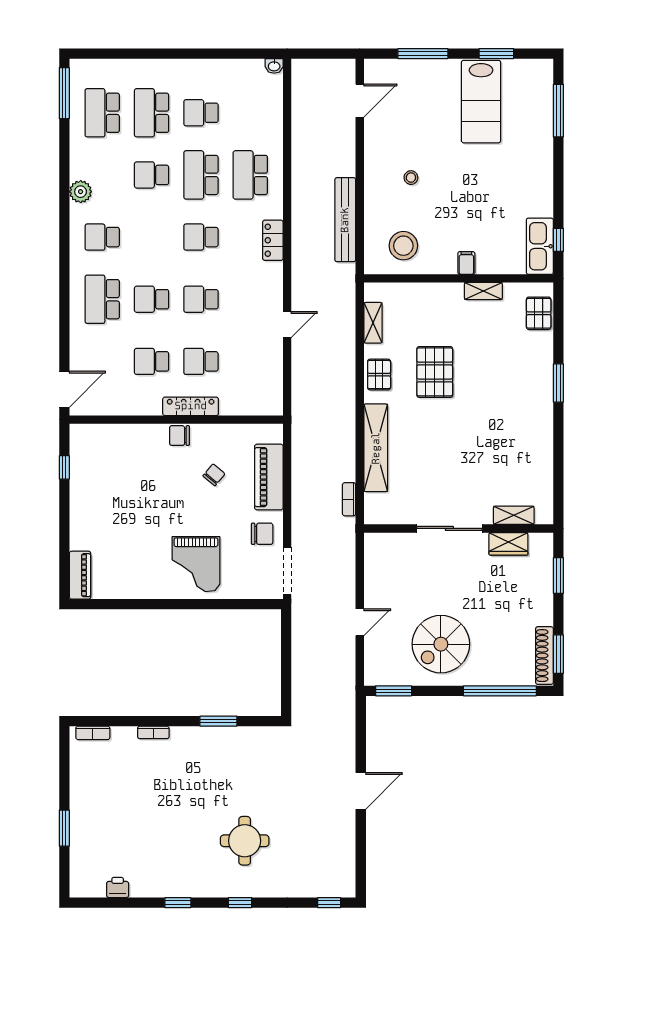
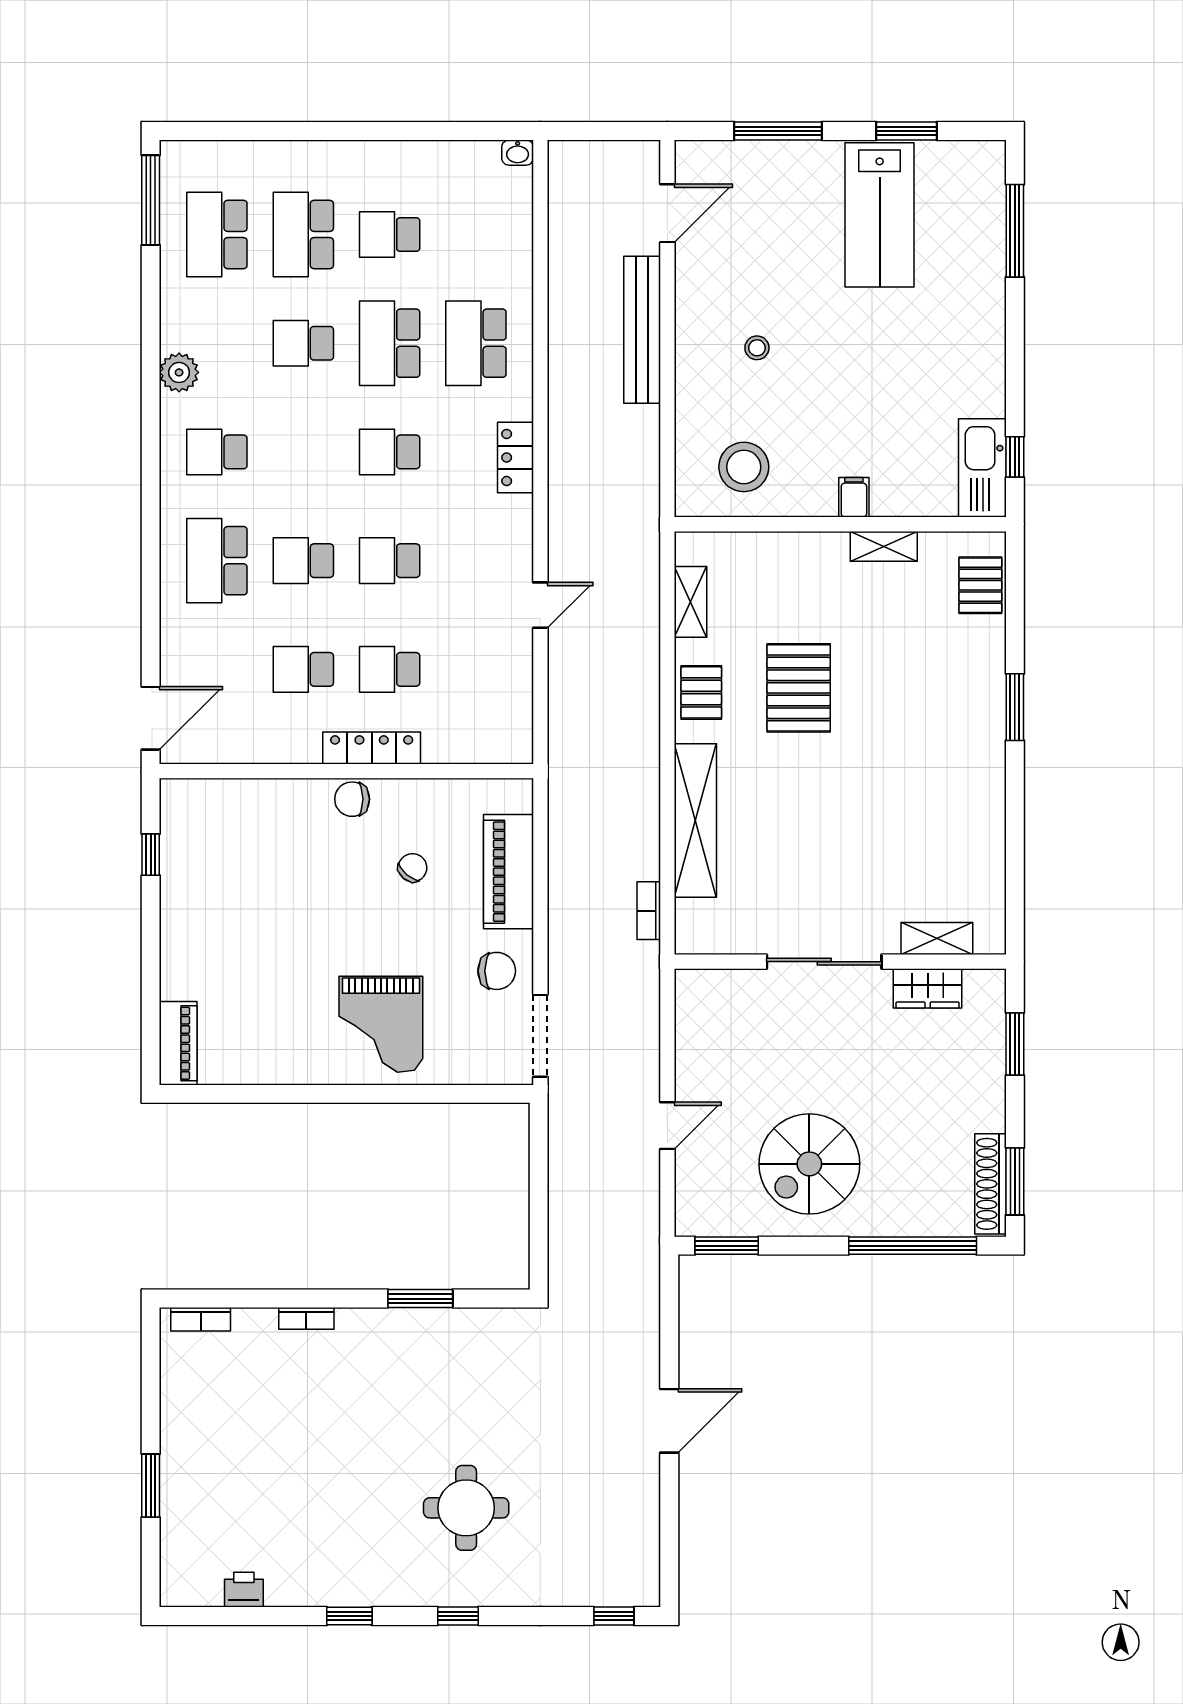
bench: (345, 220) -> (642, 330), moved

